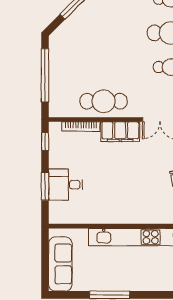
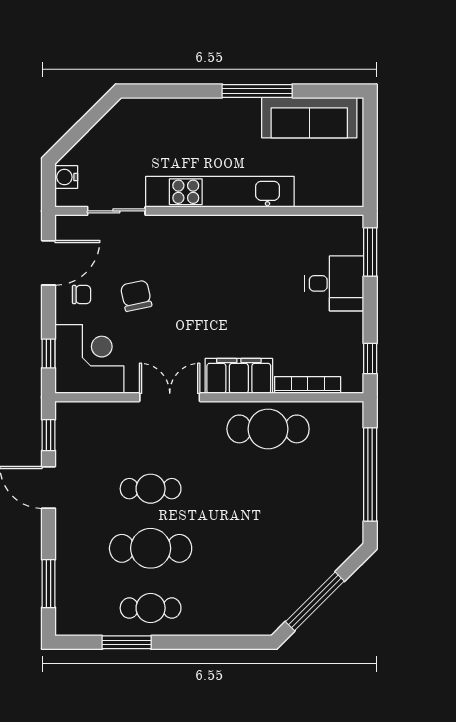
window: (45, 186) -> (370, 252), moved
sofa: (60, 264) -> (309, 118), moved, turned -90

